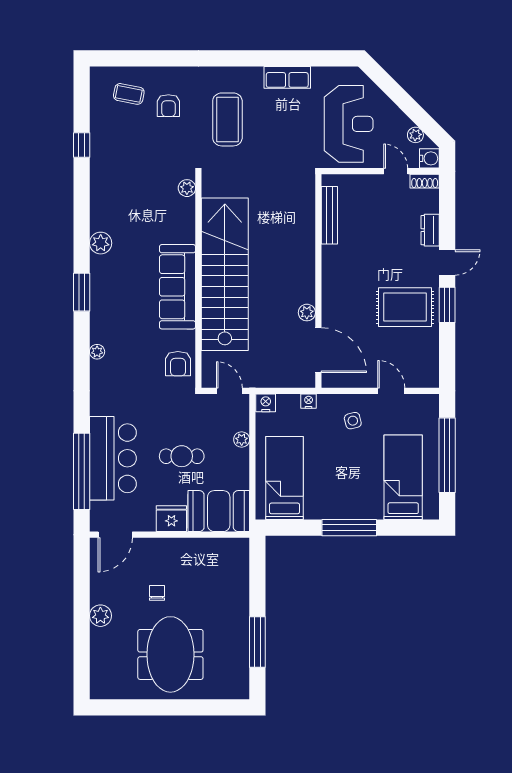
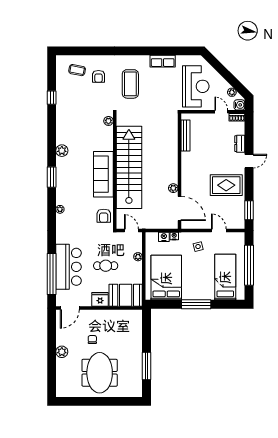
window: (447, 305) -> (249, 210), moved
nightstand: (266, 403) -> (164, 237), moved
bed: (284, 478) -> (166, 278), width x1.50

